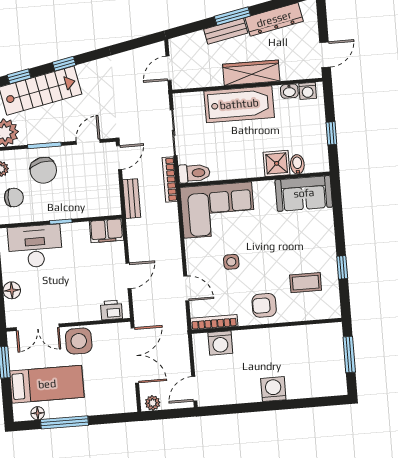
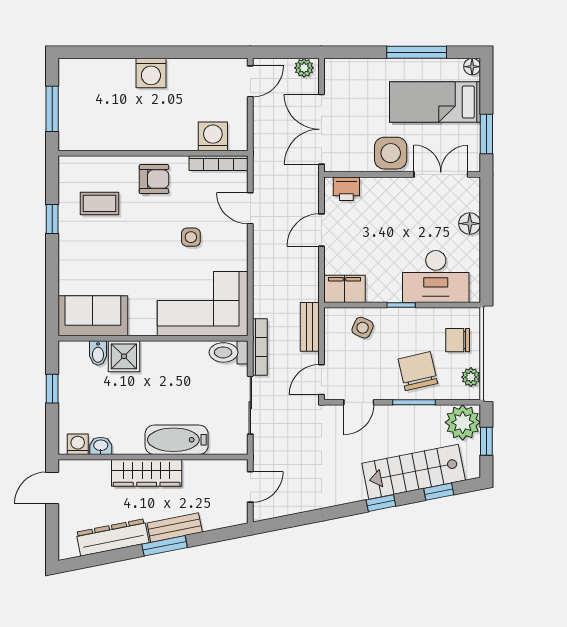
bathtub: (239, 104) -> (177, 440), width x0.73, depth x0.73
side table: (90, 201) -> (363, 328), added
floor lamp: (38, 413) -> (472, 67), moved

